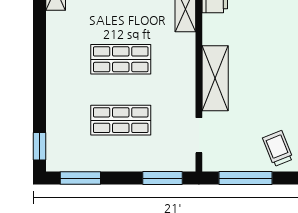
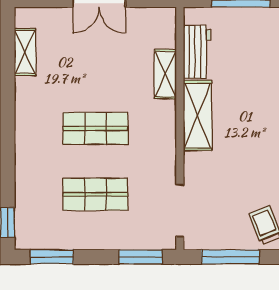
shelving: (215, 78) -> (198, 115), moved
doorway: (199, 135) -> (180, 211), width x1.38

